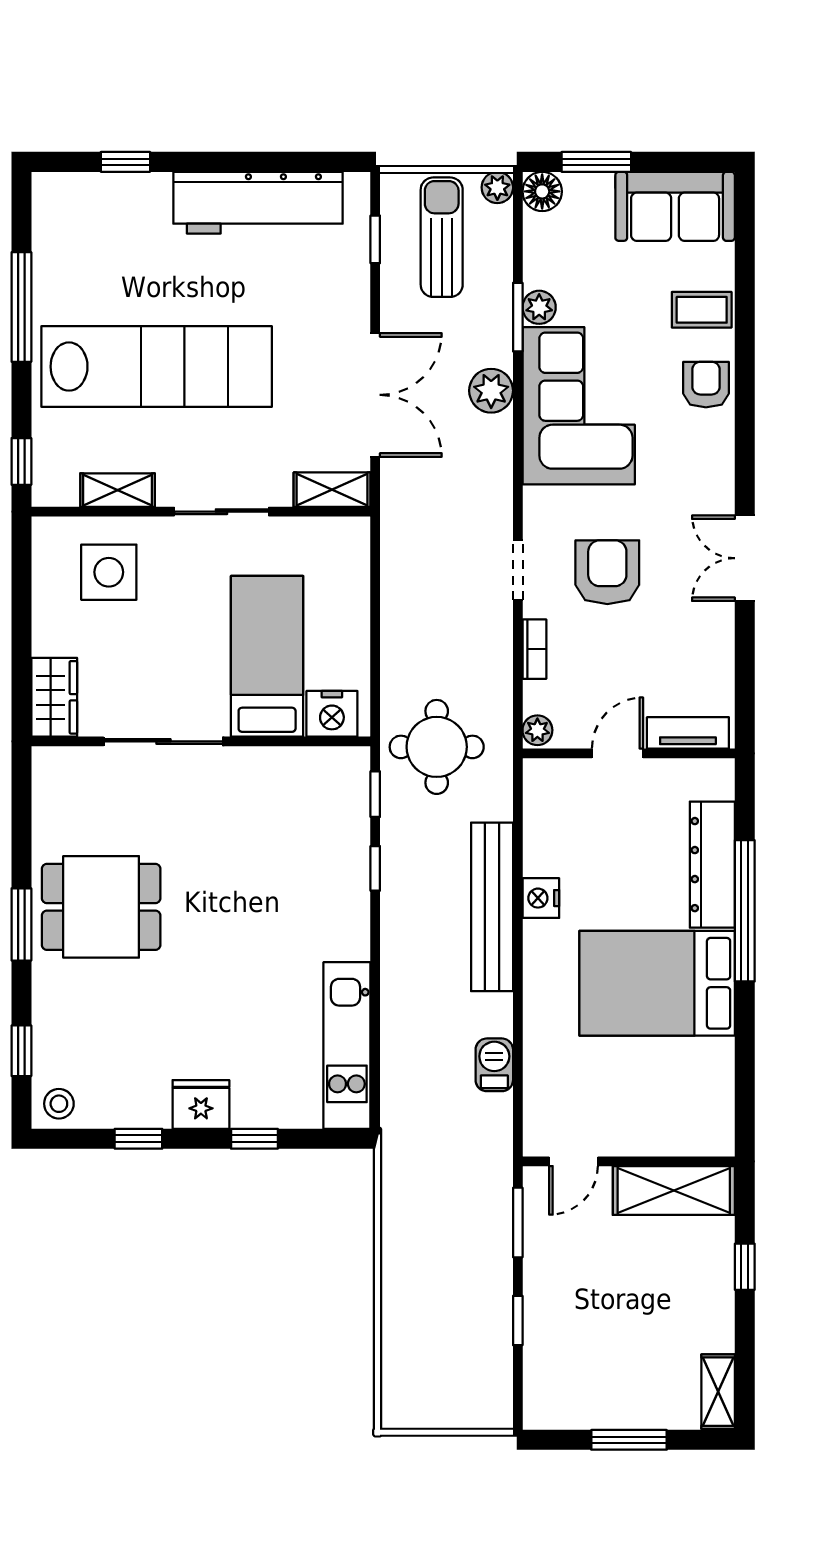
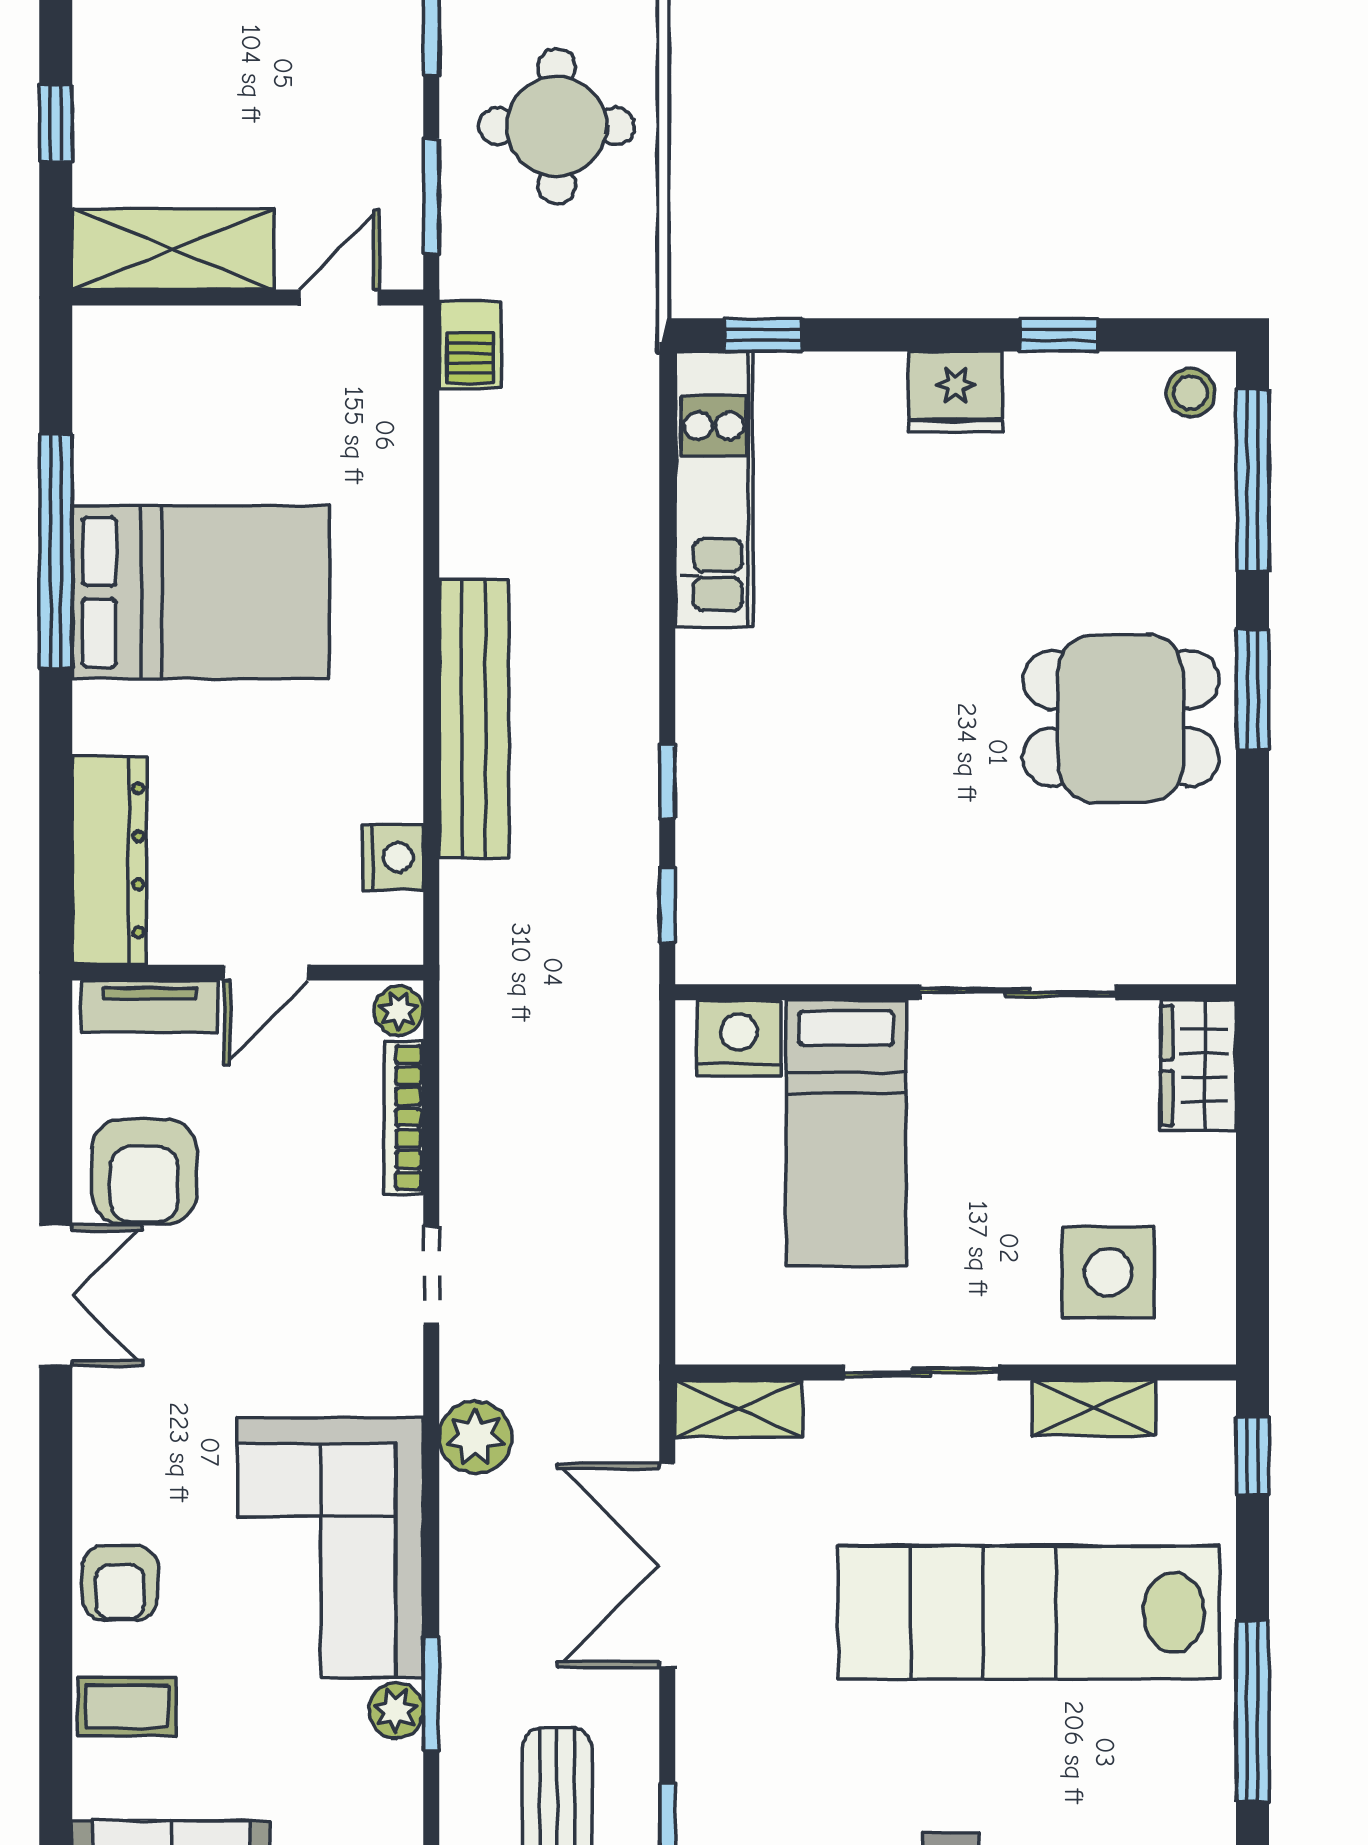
plant: (491, 391) -> (475, 1437), moved
armchair: (607, 572) -> (144, 1172), moved
bookcase: (534, 649) -> (404, 1117), width x1.56
round table: (437, 747) -> (557, 126), moved
dresser: (712, 865) -> (109, 860), moved
nightstand: (541, 898) -> (393, 857), moved
window: (745, 911) -> (56, 551), moved
window: (21, 1051) -> (1253, 481), width x2.17
barbecue: (494, 1065) -> (470, 345), moved
window: (254, 1139) -> (763, 335), moved

